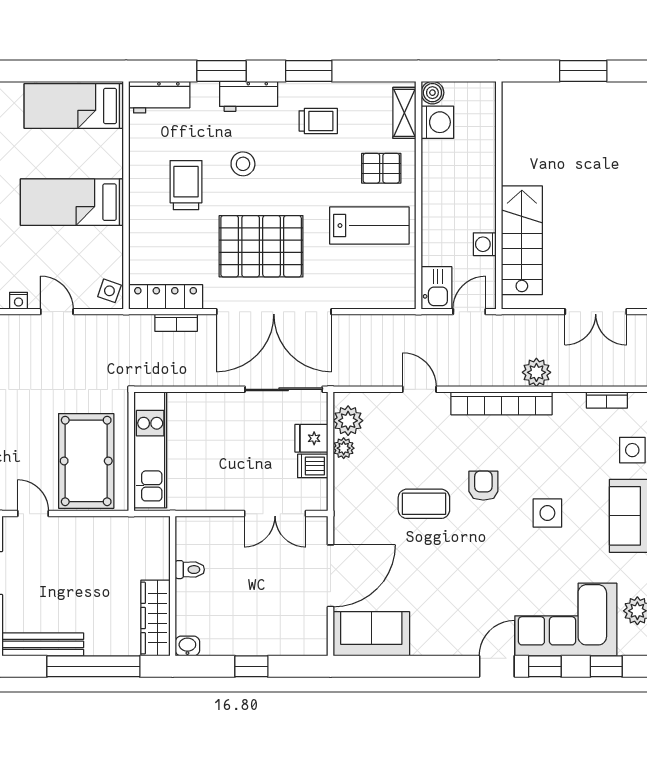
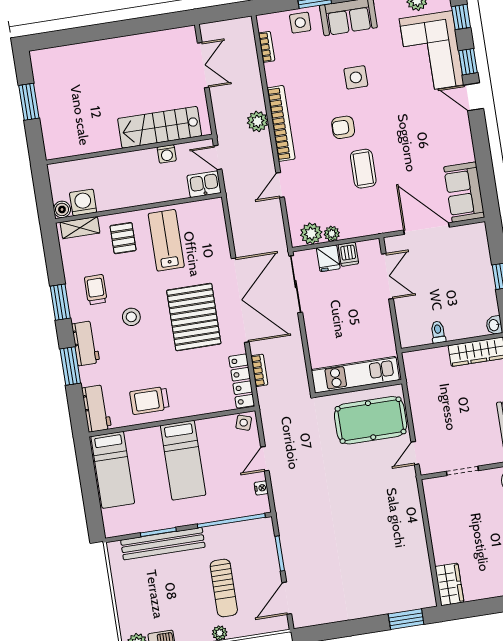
stool: (243, 164) -> (131, 317), moved
trolley: (186, 185) -> (149, 400), moved
plant: (536, 372) -> (258, 121), moved

